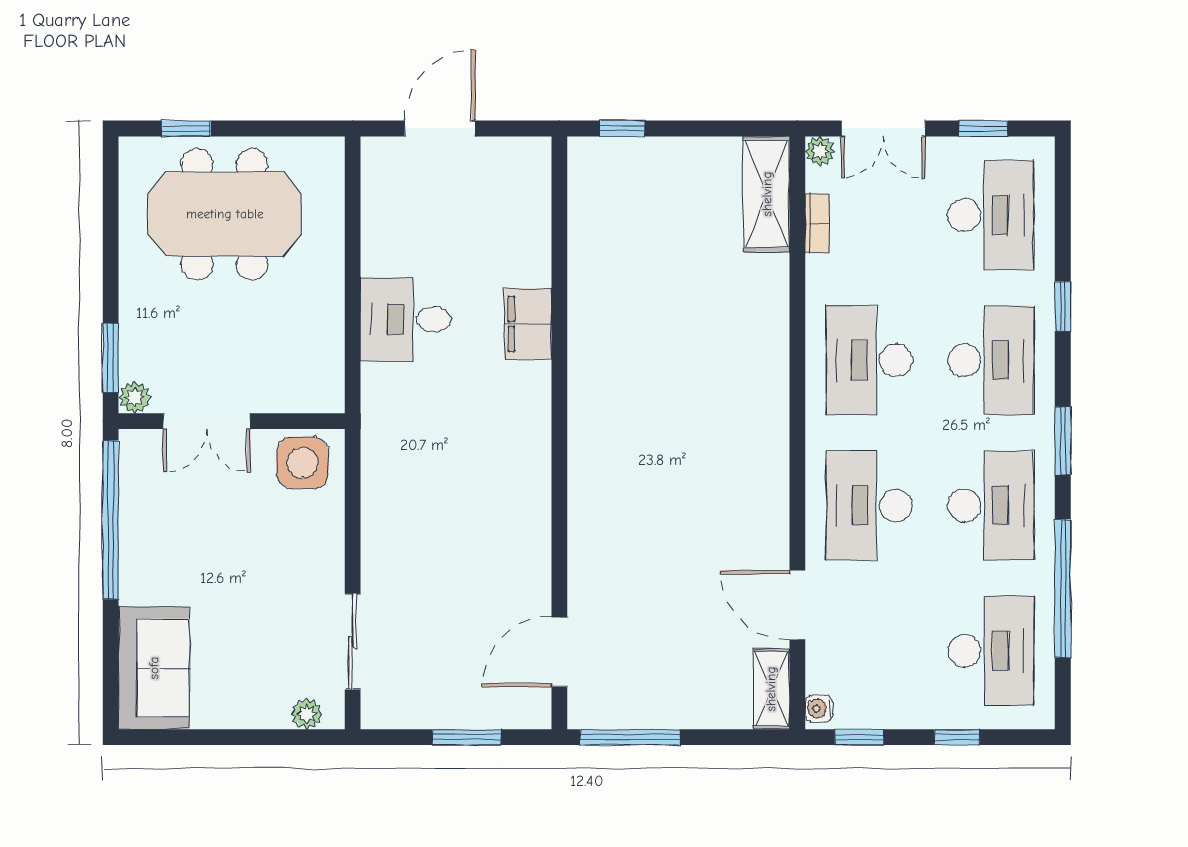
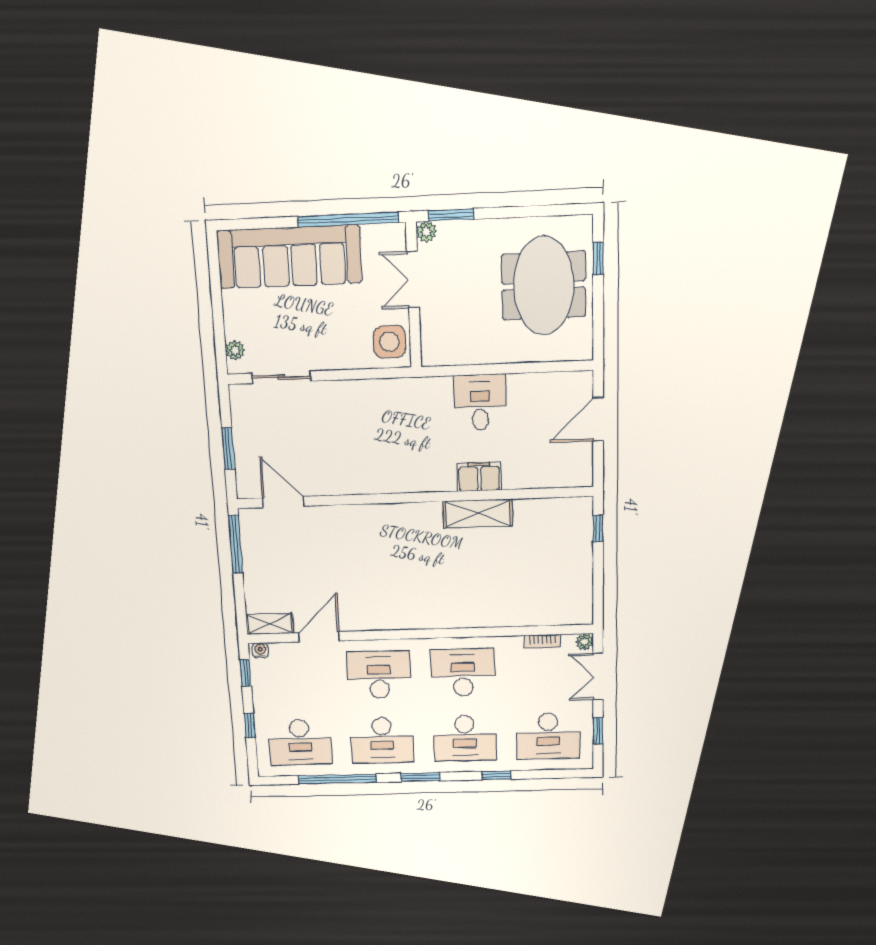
door: (440, 128) -> (598, 419), swing flipped
shelving: (767, 194) -> (478, 514), moved
sofa: (154, 668) -> (289, 257), width x1.85, depth x1.27

